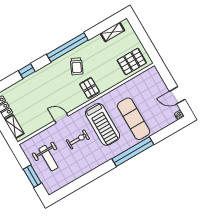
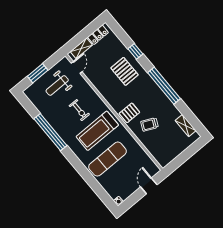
pallet: (132, 61) -> (124, 71), moved
trolley: (77, 66) -> (150, 124), moved
door: (177, 95) -> (149, 186), moved
door: (61, 118) -> (77, 68), moved
window: (133, 152) -> (50, 132), moved

